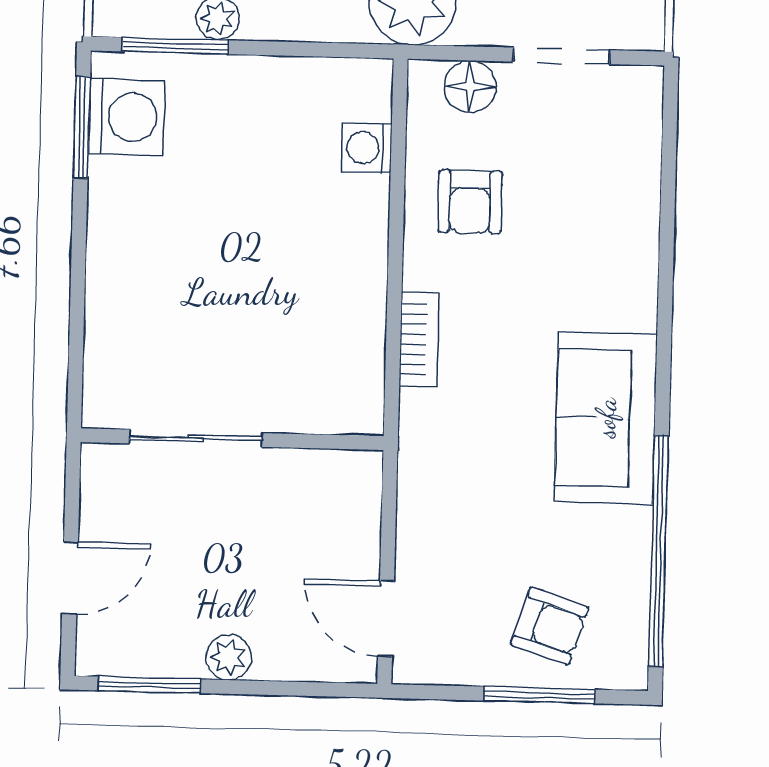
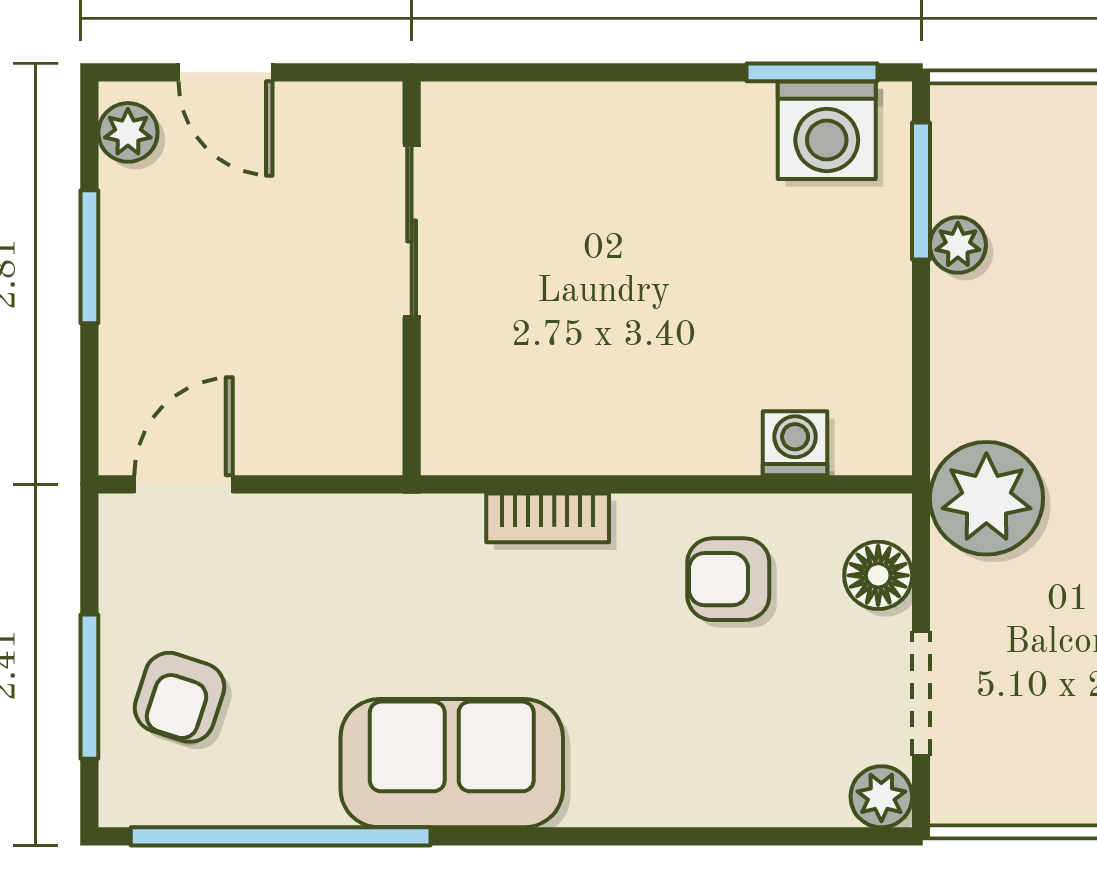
plant: (640, 88) -> (881, 797), added
plant: (228, 657) -> (128, 132), moved
window: (149, 685) -> (89, 257), moved

